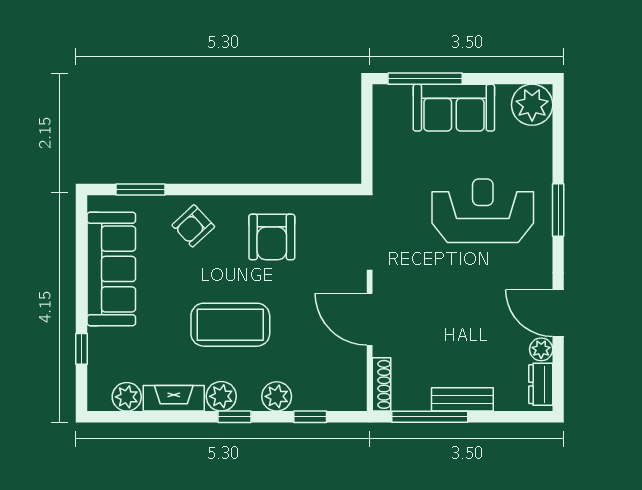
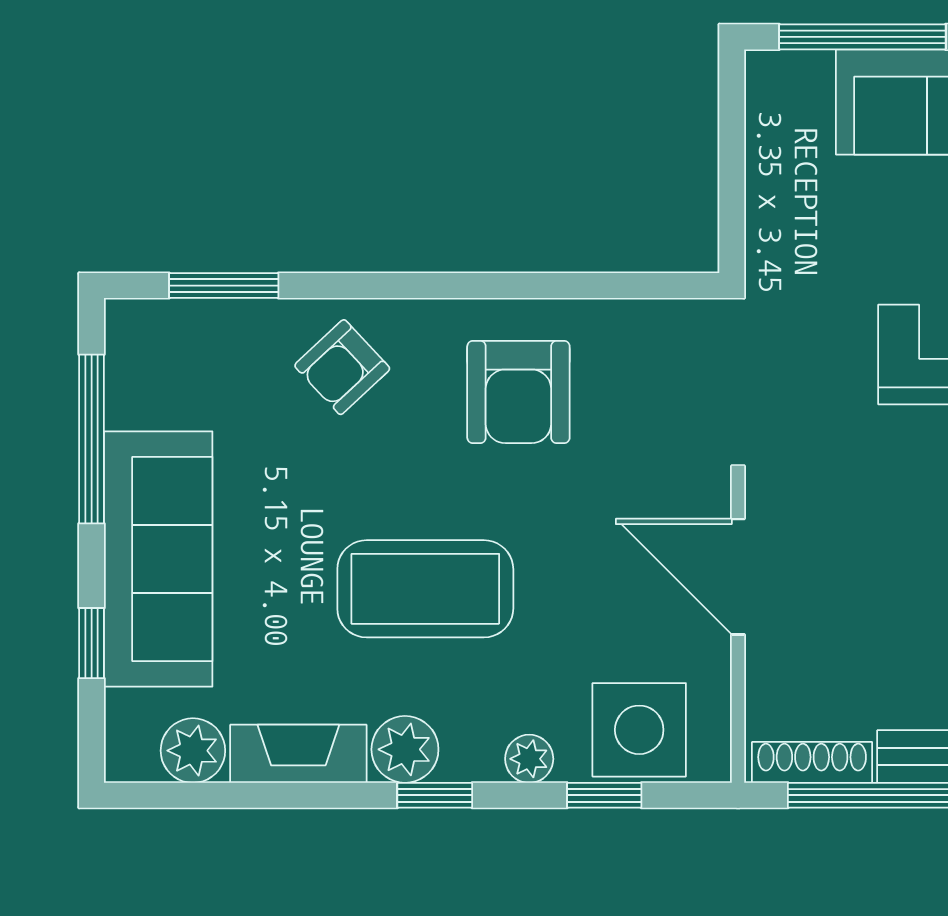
window: (82, 258) -> (92, 439), added
sofa: (111, 269) -> (158, 559), moved
shoe rack: (382, 384) -> (812, 762), moved, turned -90
side table: (326, 388) -> (639, 730), added
plant: (277, 396) -> (529, 759), width x0.73, depth x0.73

